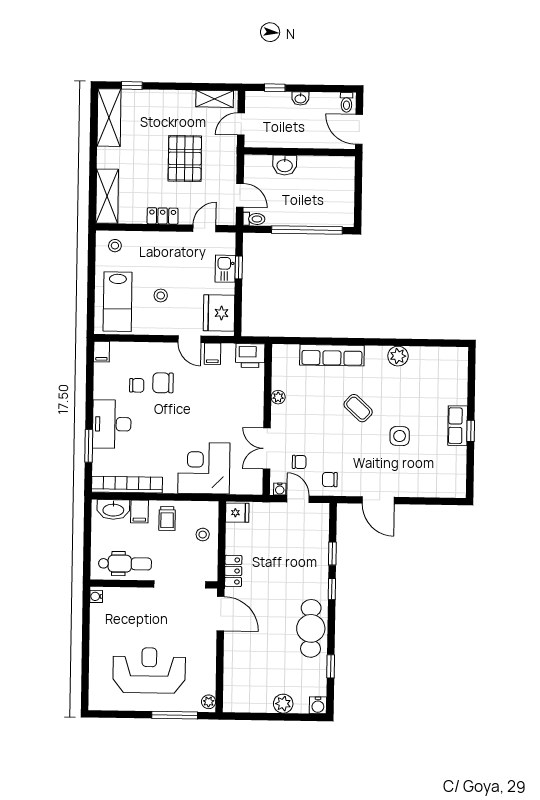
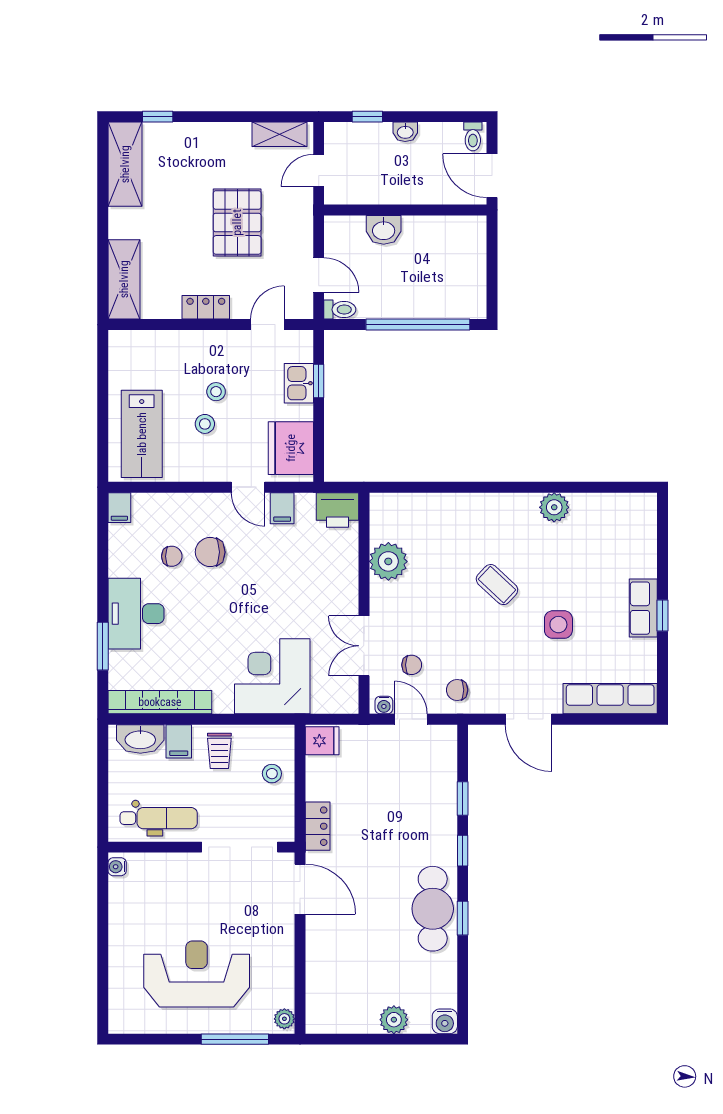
stool: (115, 246) -> (216, 392), moved
row of seats: (332, 355) -> (610, 699), moved, turned 180
plant: (278, 397) -> (388, 561), width x1.87, depth x1.87
window: (331, 666) -> (463, 918), moved

